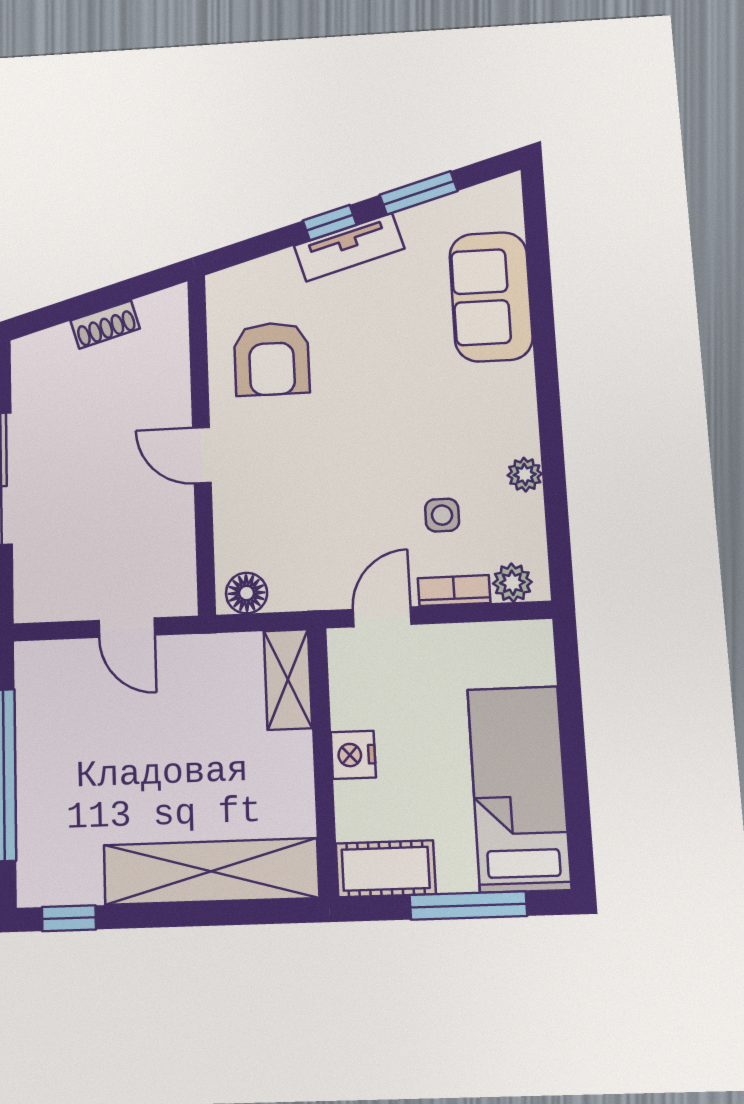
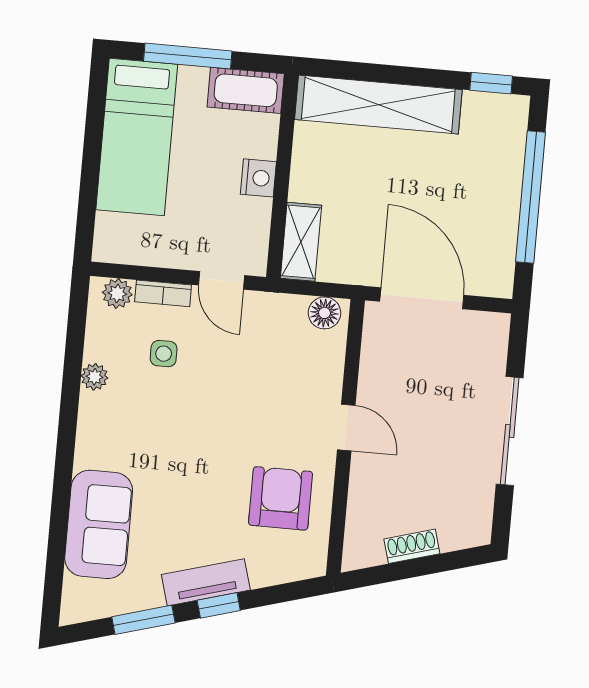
door: (382, 617) -> (222, 280), hinge flipped
door: (127, 628) -> (422, 298), width x1.88

